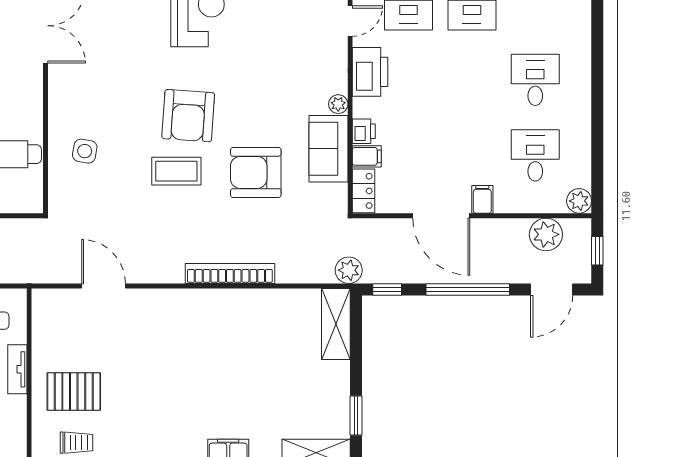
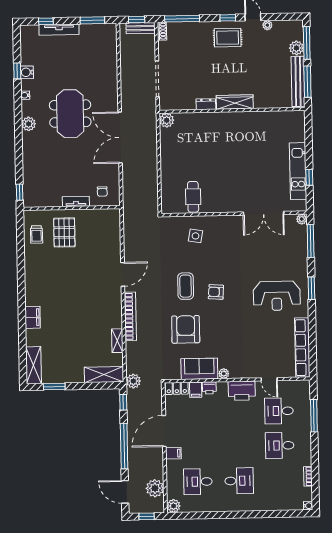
armchair: (188, 116) -> (216, 292), width x0.53, depth x0.53
desk: (535, 155) -> (198, 482), turned 180
door: (104, 286) -> (123, 274), moved
shelving: (274, 298) -> (117, 341), added

